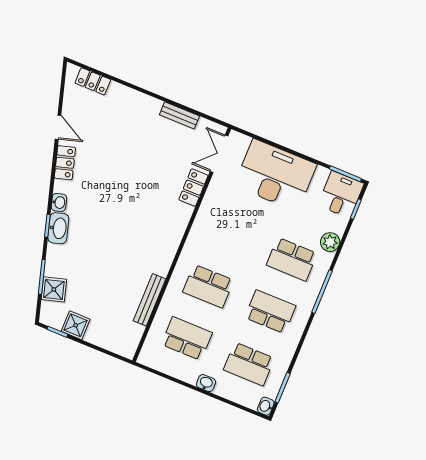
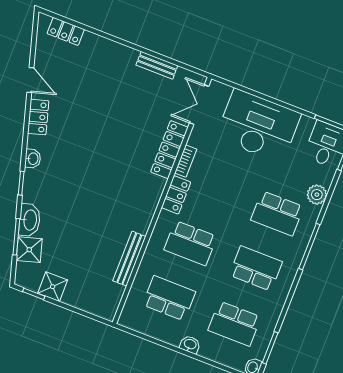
locker: (193, 188) -> (169, 150), width x1.53
bookcase: (205, 208) -> (186, 161), added
washbasin: (58, 228) -> (30, 220), moved
locker: (195, 240) -> (176, 195), added

